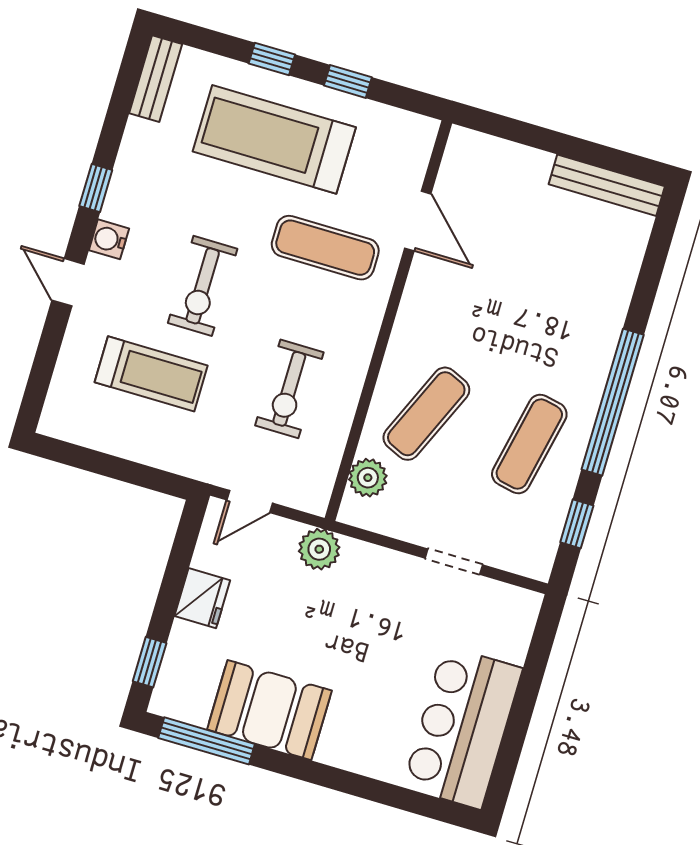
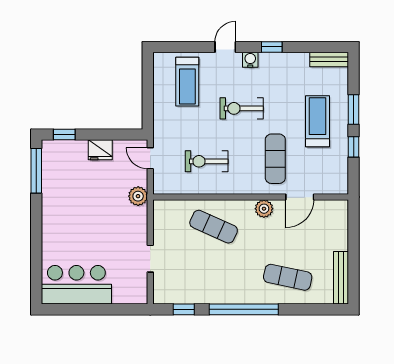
window: (272, 59) -> (354, 109), width x1.50
treadmill: (274, 139) -> (317, 121), width x0.73, depth x0.73
treadmill: (151, 374) -> (187, 82), moved
exercise mat: (529, 444) -> (288, 277), moved
plant: (368, 478) -> (264, 209), moved
booth: (269, 710) -> (59, 195), removed

